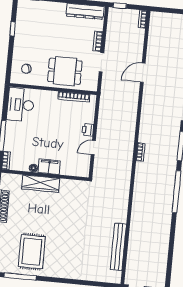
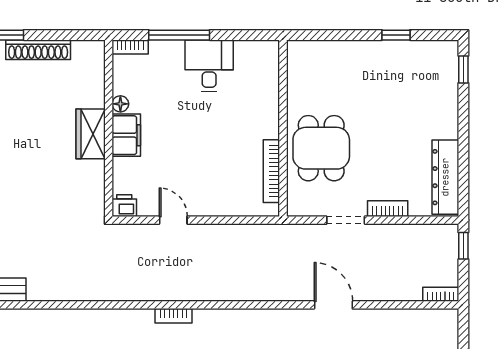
chair: (26, 69) -> (318, 70), removed
desk: (21, 105) -> (209, 66), moved, width x0.73
printer: (88, 130) -> (124, 206), moved
wardrobe: (41, 184) -> (91, 134), width x0.67

